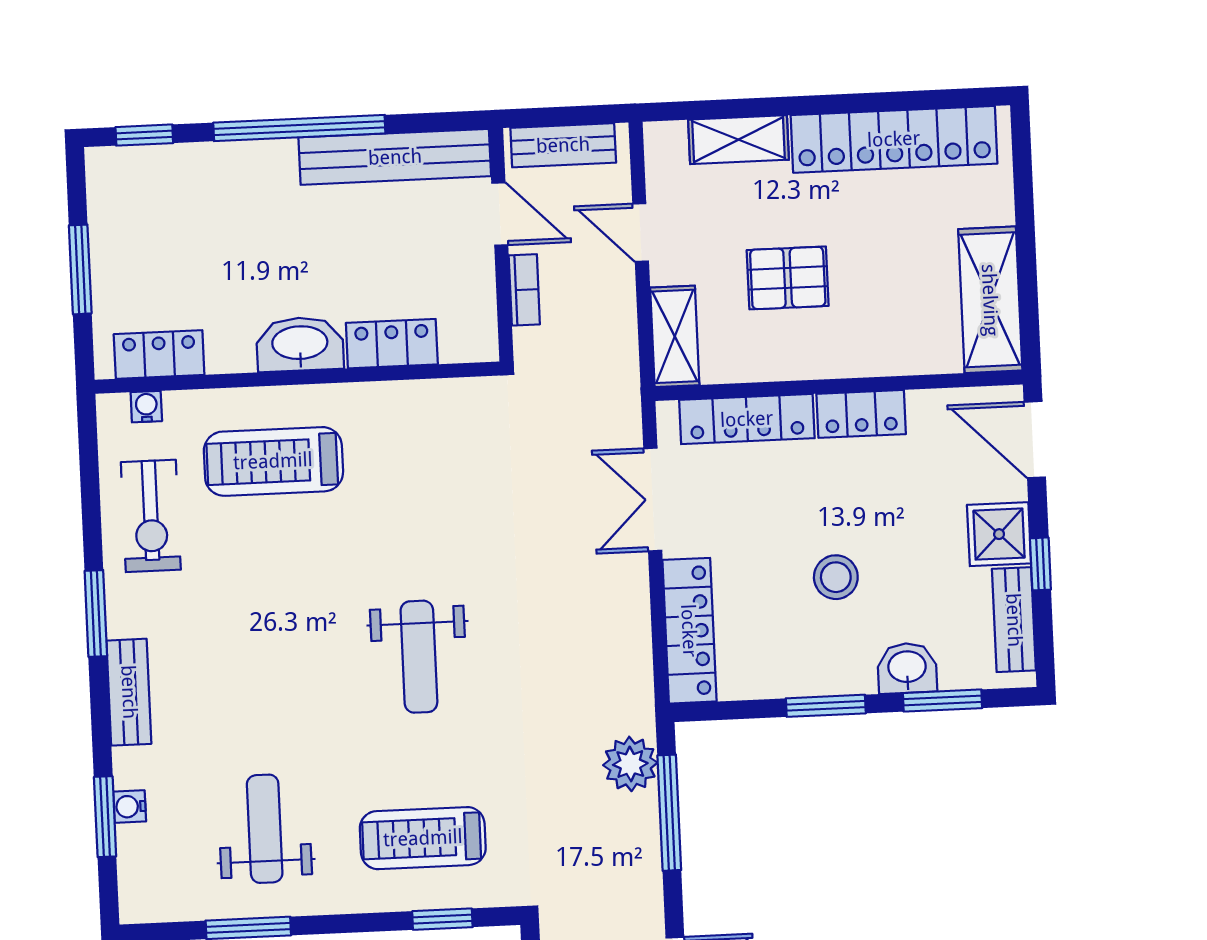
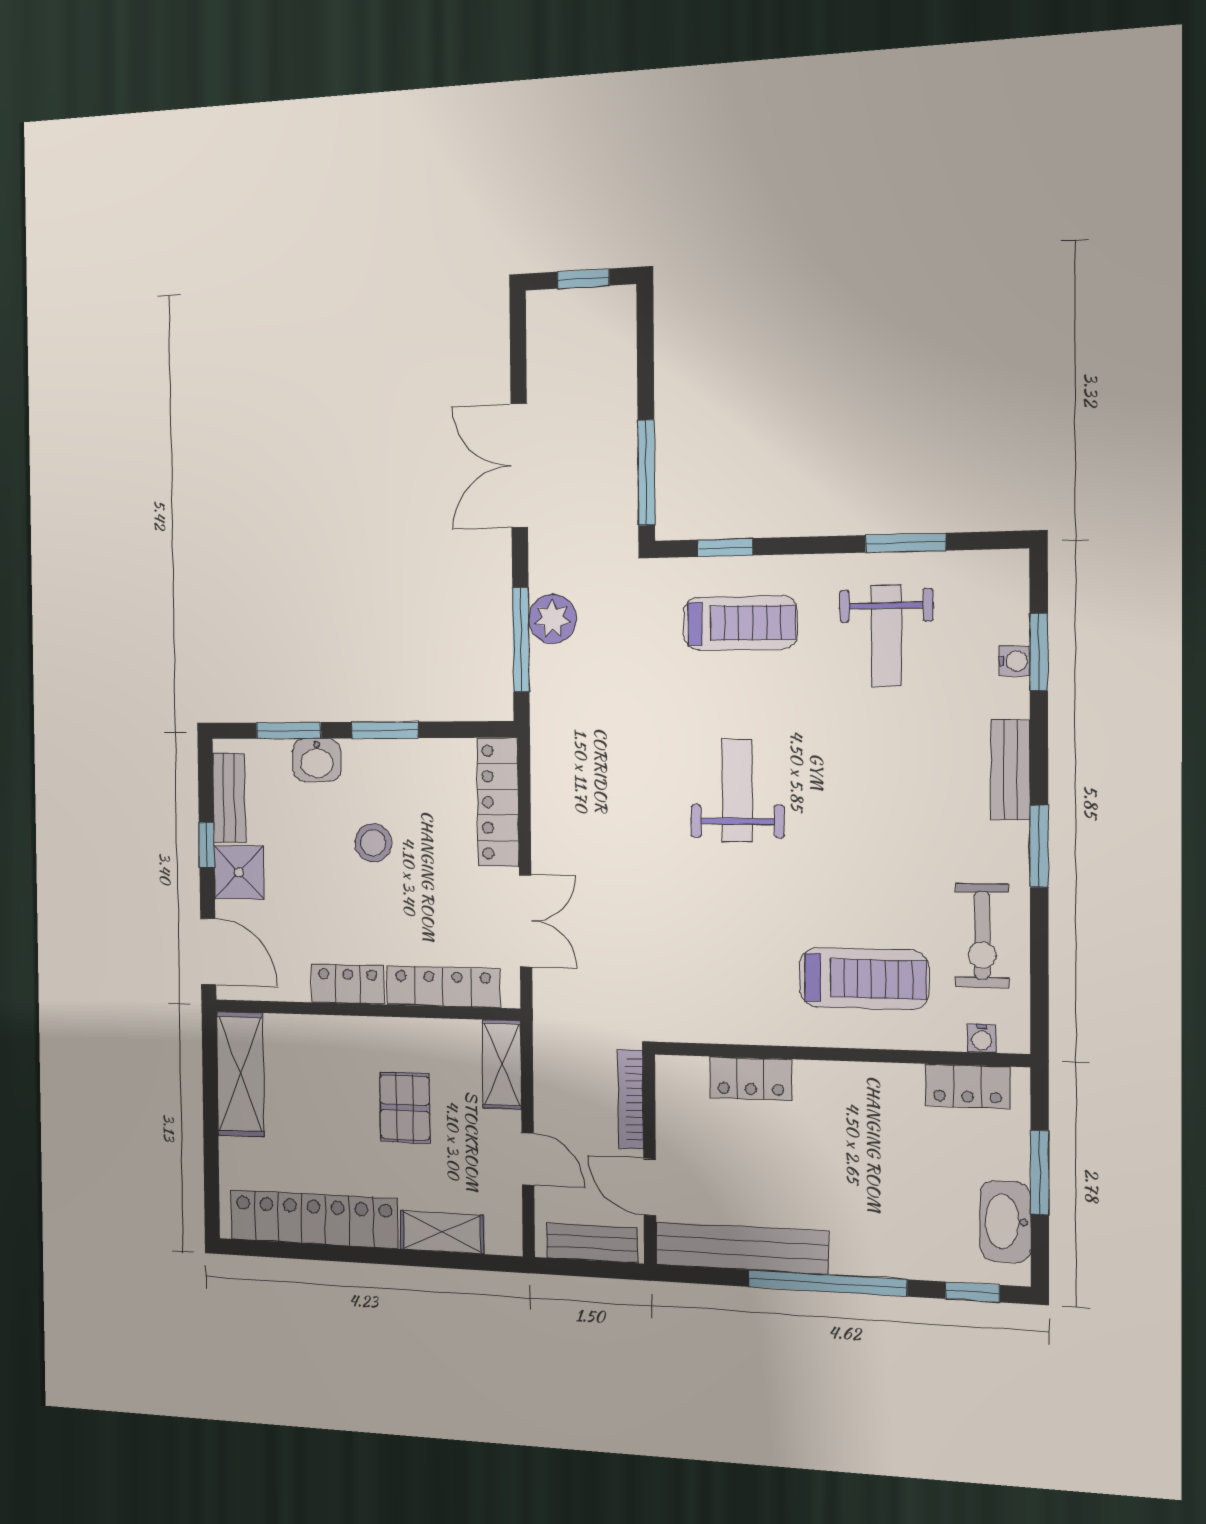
pallet: (788, 278) -> (405, 1108), turned 90
bookcase: (524, 290) -> (630, 1099), width x1.56
washbasin: (300, 344) -> (1005, 1221), moved, turned 90
exercise bike: (151, 516) -> (982, 935), turned 180
plant: (630, 764) -> (552, 619), moved

